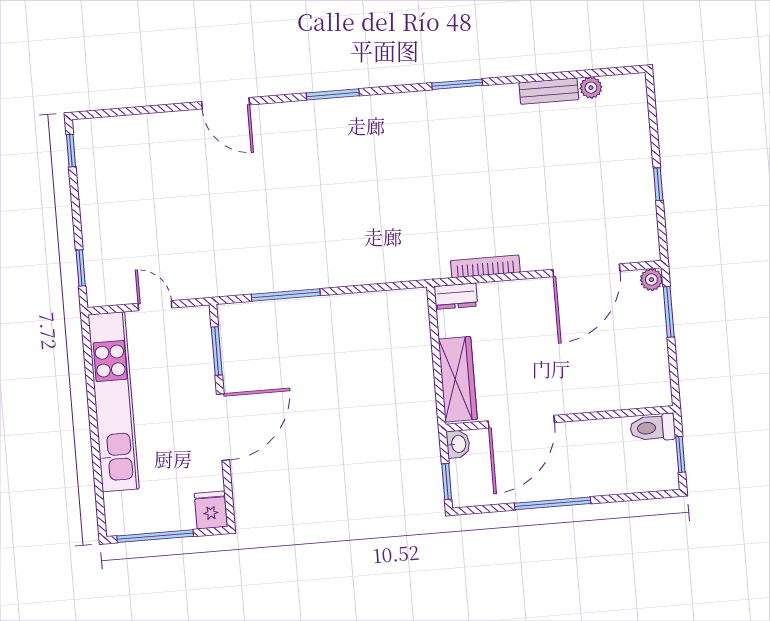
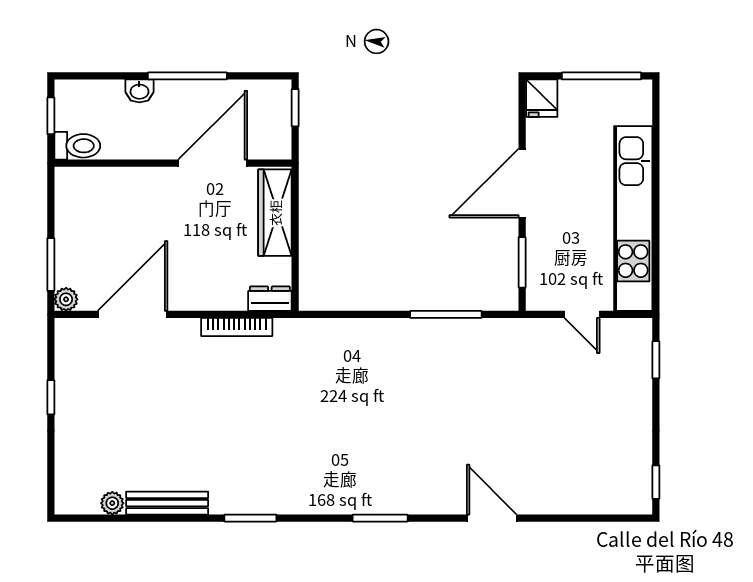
bench: (549, 91) -> (167, 503), width x1.36
washbasin: (458, 444) -> (139, 91), moved, turned -90

